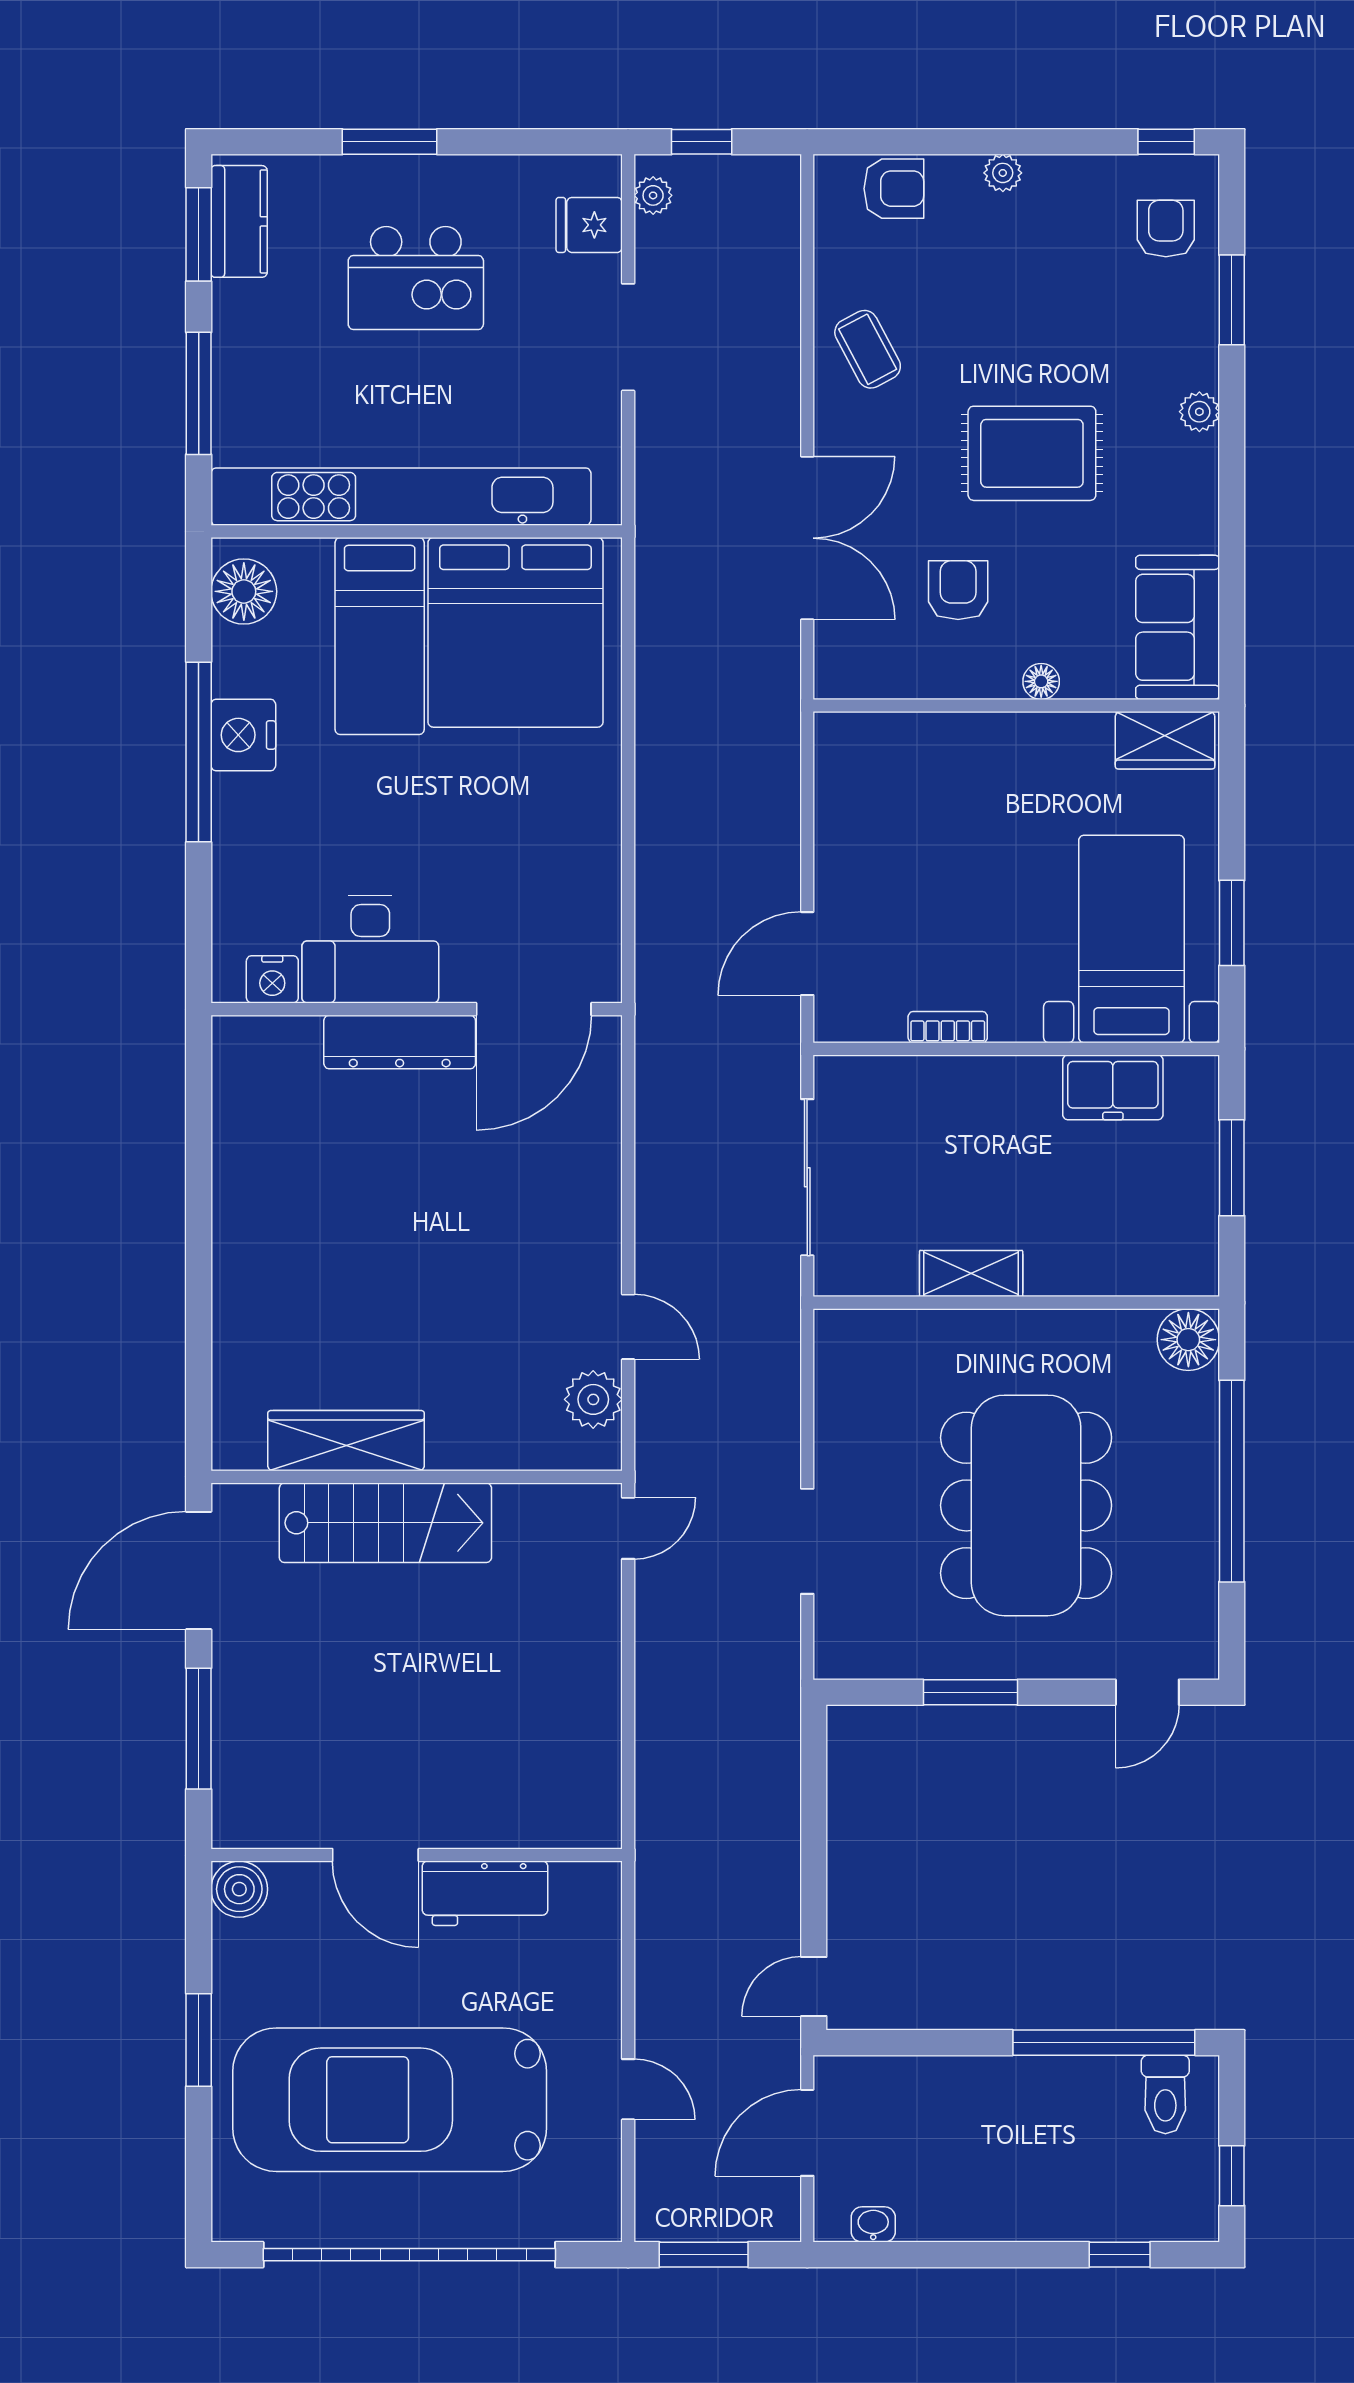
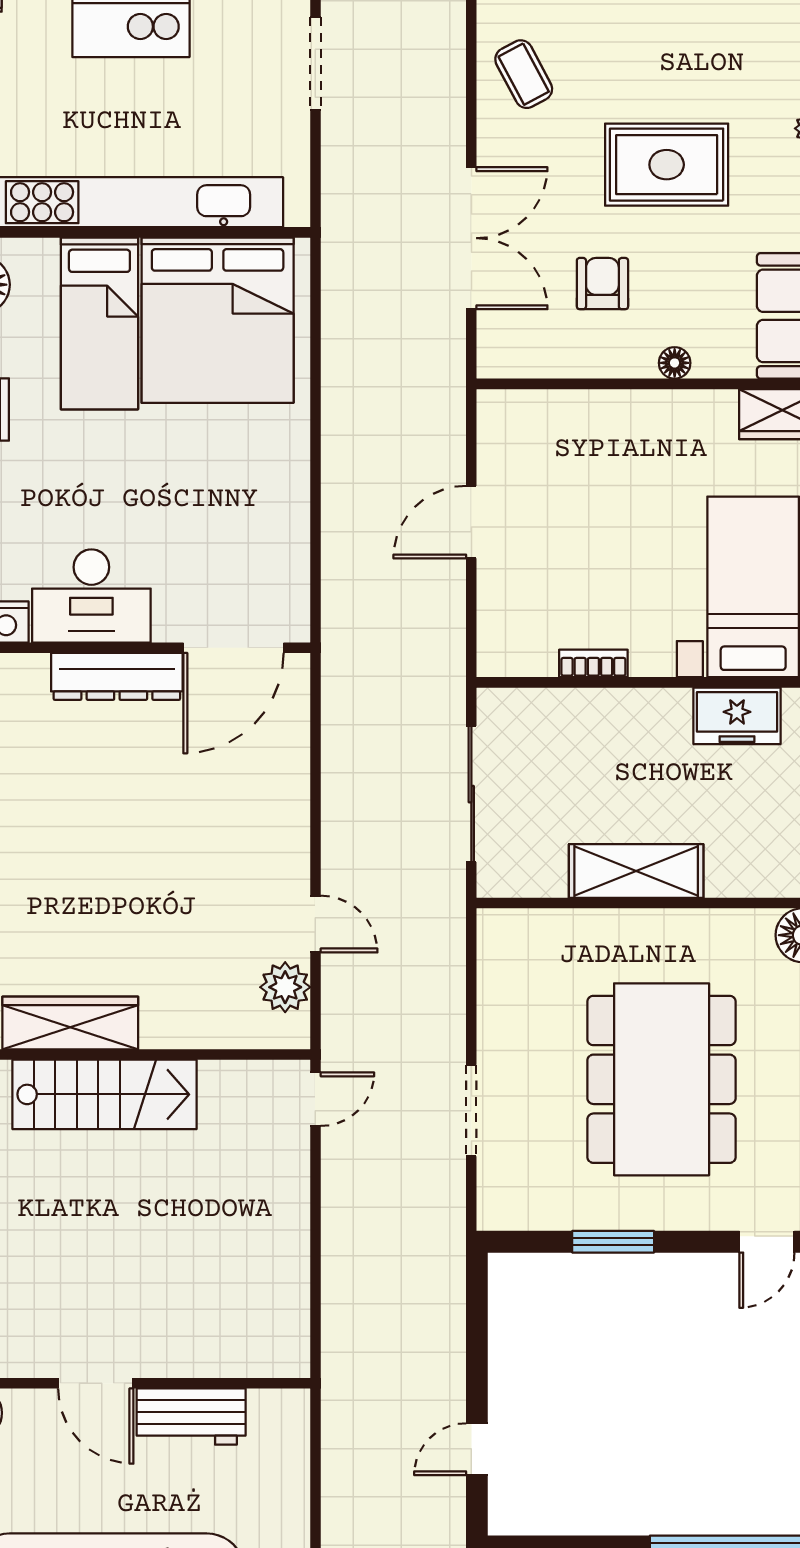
door: (807, 954) -> (471, 522), moved
shelving: (971, 1273) -> (636, 871), width x1.50, depth x1.33
door: (814, 1987) -> (477, 1449), moved

